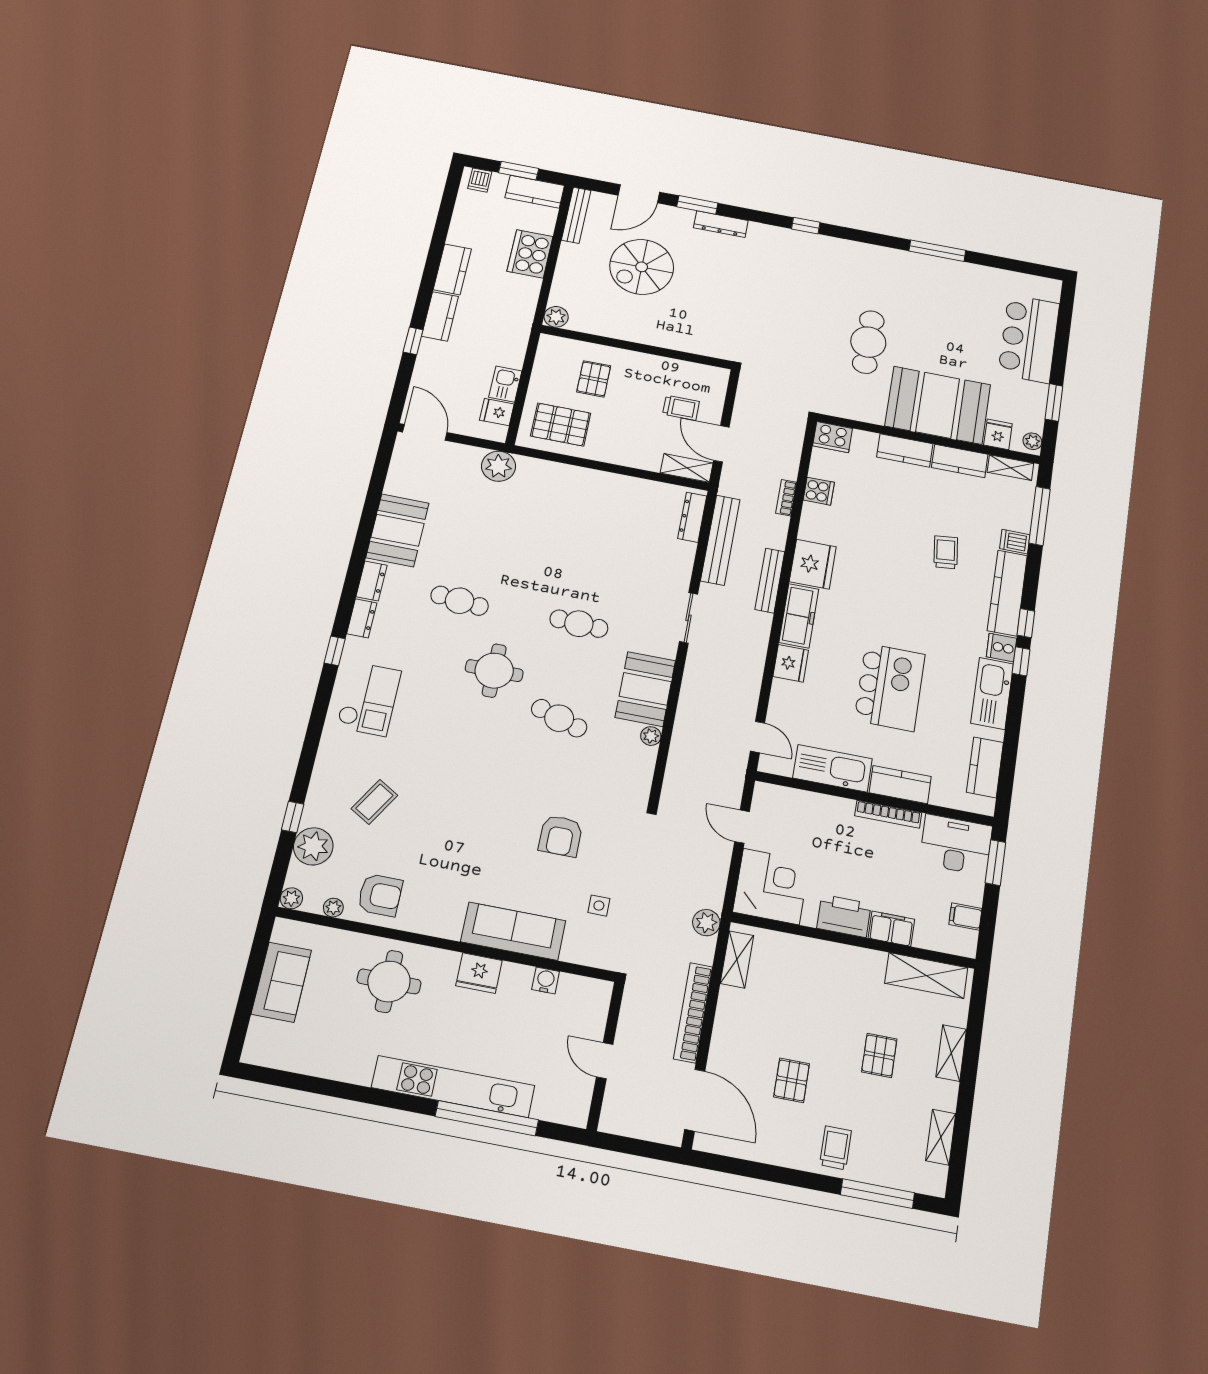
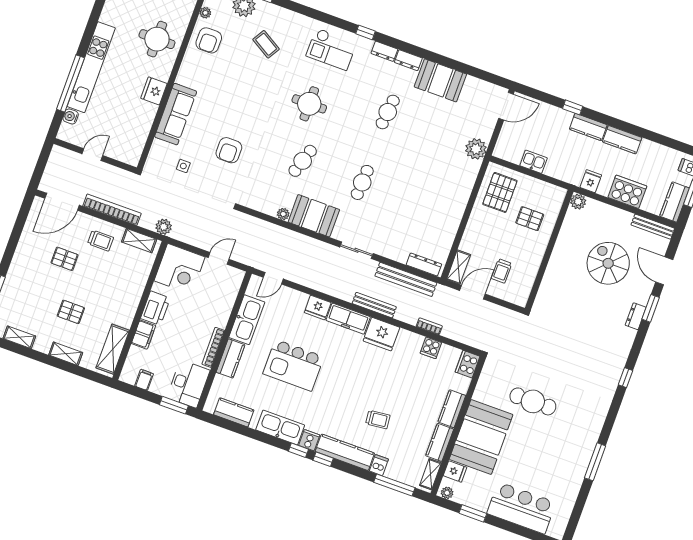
dresser: (721, 224) -> (636, 316), width x0.70
fridge: (497, 412) -> (591, 181), moved
round table: (494, 671) -> (309, 104), moved
armchair: (560, 836) -> (229, 150), turned -90
water cooler: (546, 980) -> (71, 116), moved, turned 180
trolley: (836, 1148) -> (101, 241), moved

